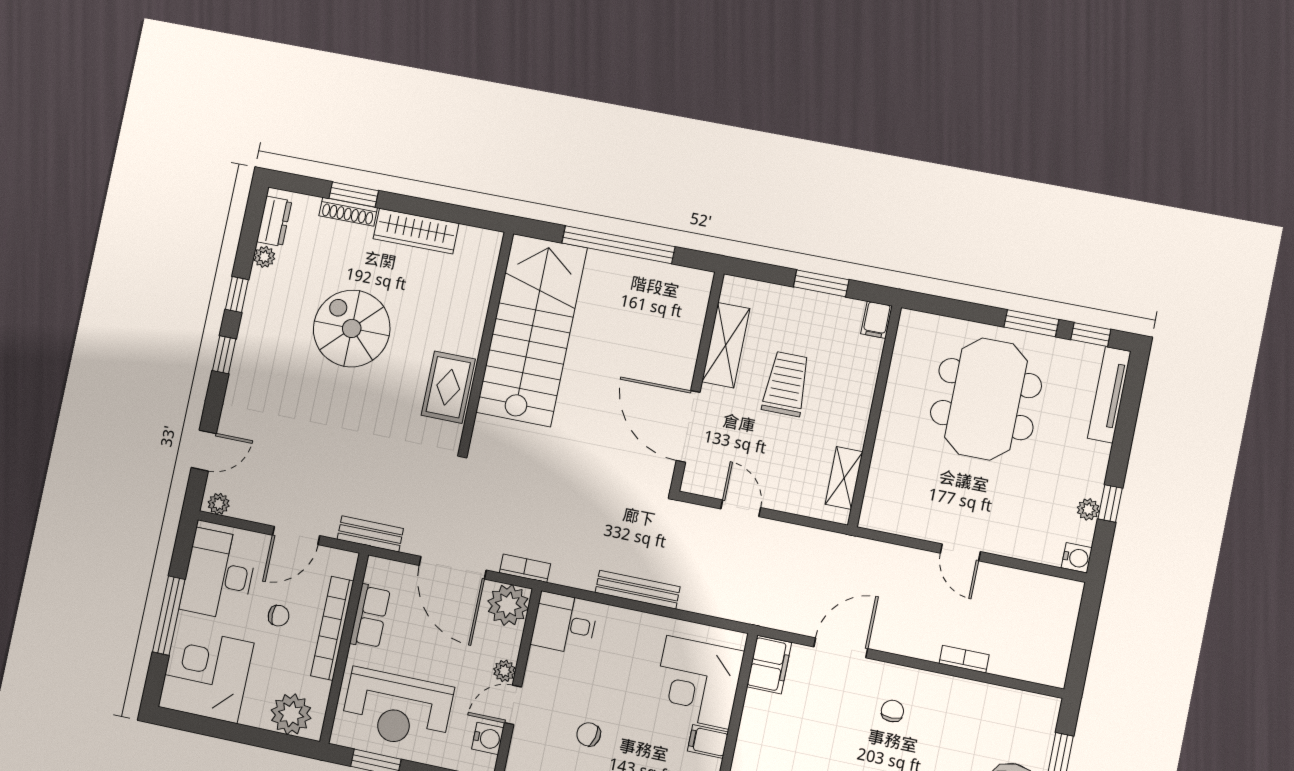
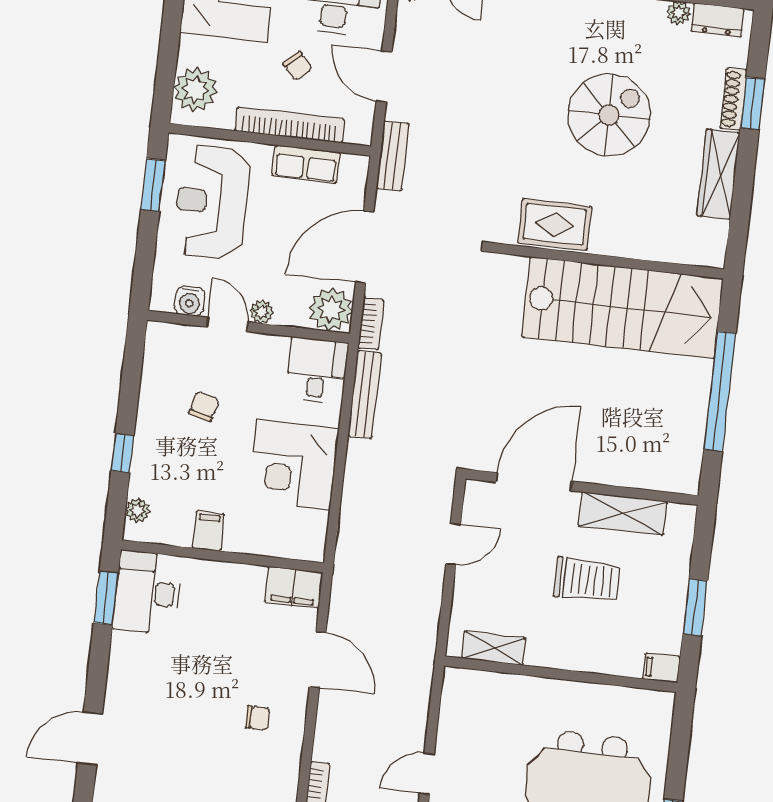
bench: (638, 590) -> (365, 394), moved
chair: (279, 616) -> (298, 66), turned -43
corner desk: (698, 682) -> (294, 465), moved, turned -90

